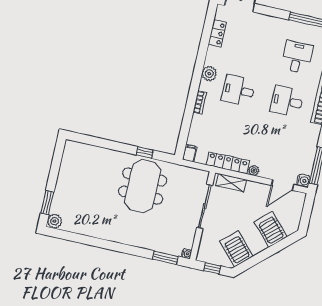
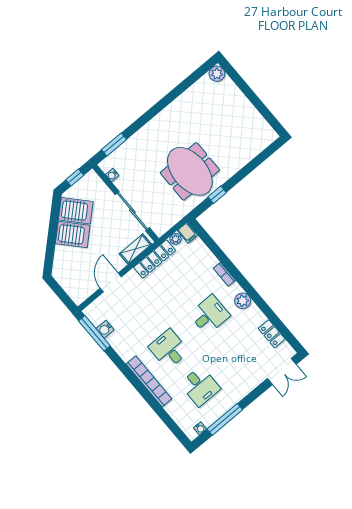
desk: (287, 101) -> (169, 349), turned -90
plant: (254, 170) -> (176, 239), moved
water cooler: (303, 181) -> (105, 329), moved
door: (283, 185) -> (111, 282), moved
window: (47, 203) -> (237, 79), removed
server rack: (271, 229) -> (73, 235), moved
water cooler: (187, 254) -> (112, 175), moved

